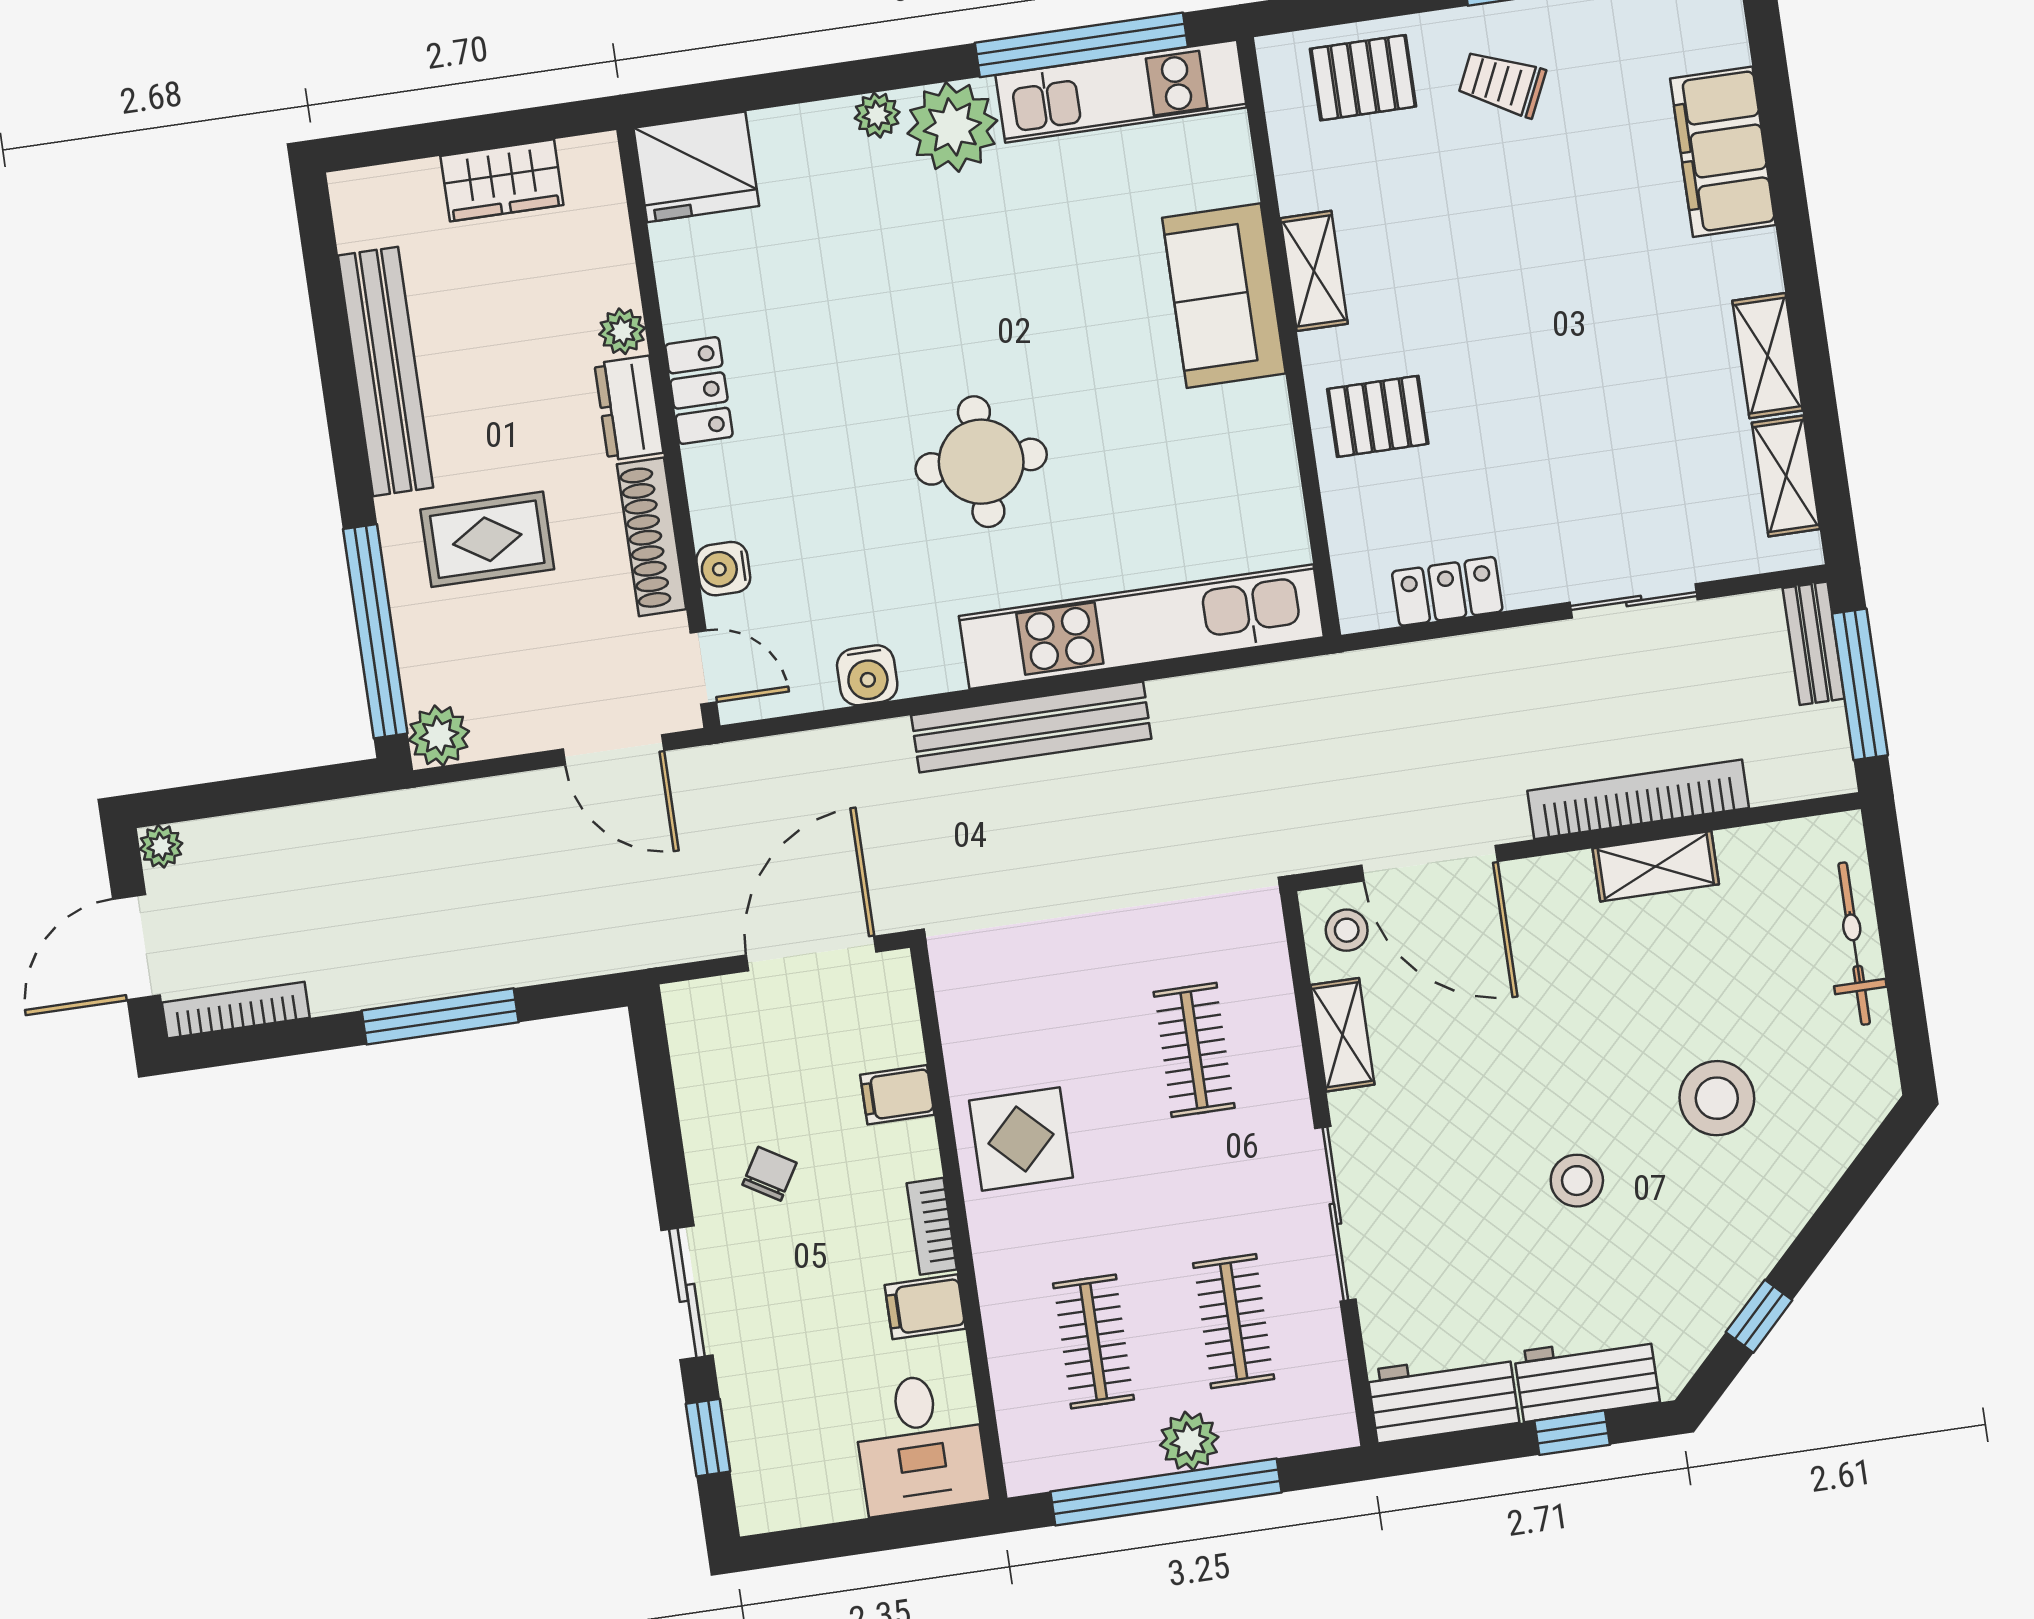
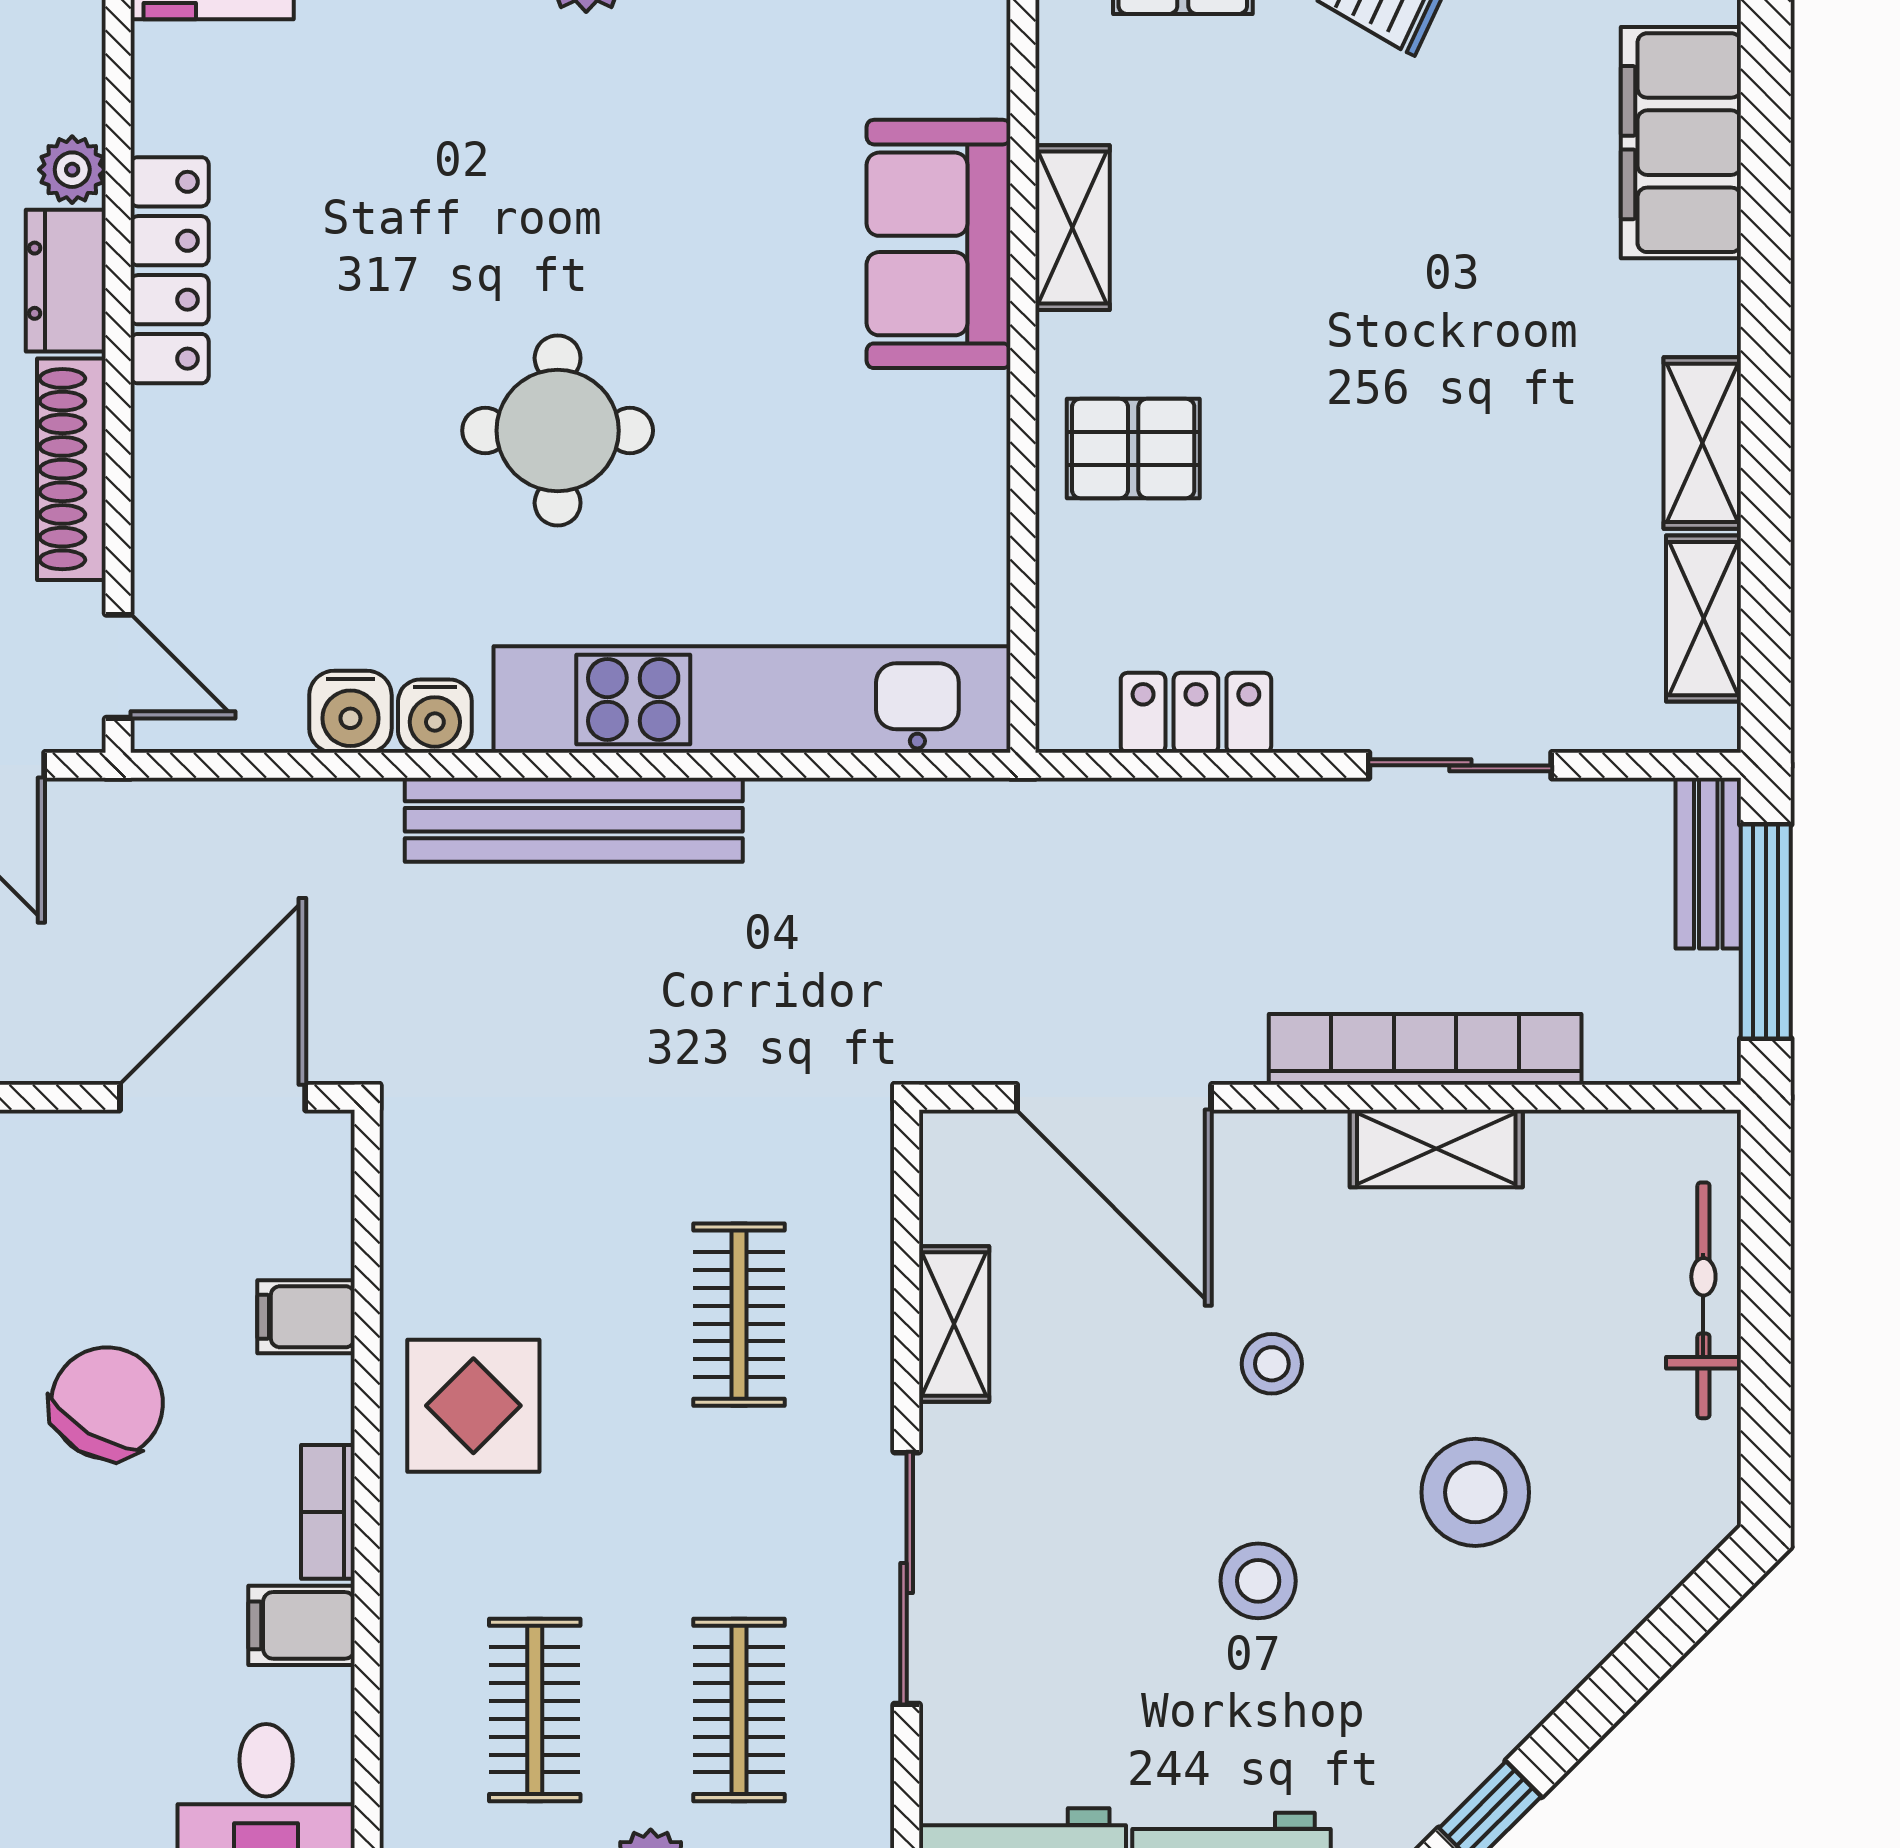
locker: (699, 391) -> (170, 270), width x1.53
water cooler: (723, 569) -> (435, 716), moved, turned -90
stool: (1347, 930) -> (1272, 1364), moved
chair: (769, 1174) -> (107, 1403), width x1.87, depth x1.87

